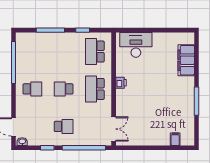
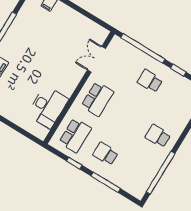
desk: (136, 45) -> (48, 107), moved, turned -90
printer: (121, 83) -> (68, 89), removed
school desk: (64, 89) -> (105, 154), moved, turned 180
double door: (114, 129) -> (96, 59), moved

